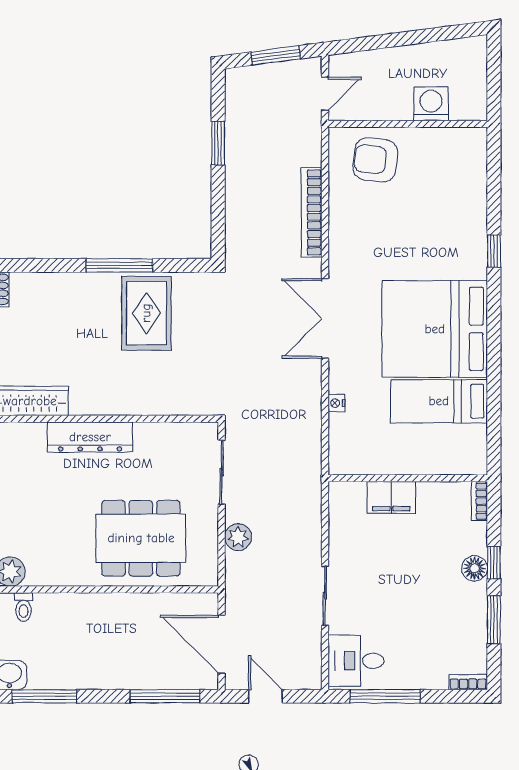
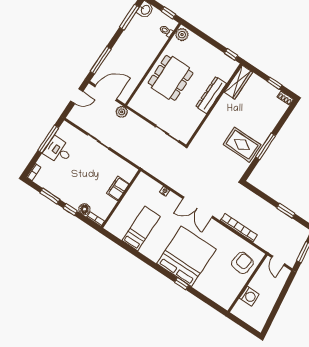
double door: (325, 318) -> (198, 207), swing flipped
bed: (435, 329) -> (186, 256), moved
plant: (238, 537) -> (122, 112), moved
dining table: (141, 538) -> (171, 78), moved
floor lamp: (475, 568) -> (84, 209), moved
desk: (356, 661) -> (58, 151), moved, turned -90

